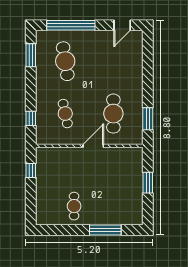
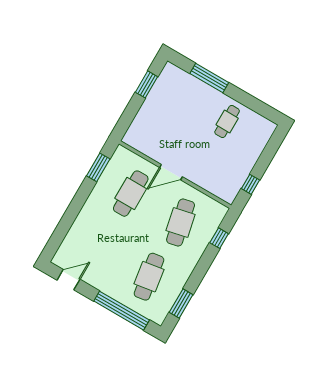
cafe table: (65, 114) -> (181, 222), width x1.37, depth x1.35
window: (148, 183) -> (147, 84), moved

